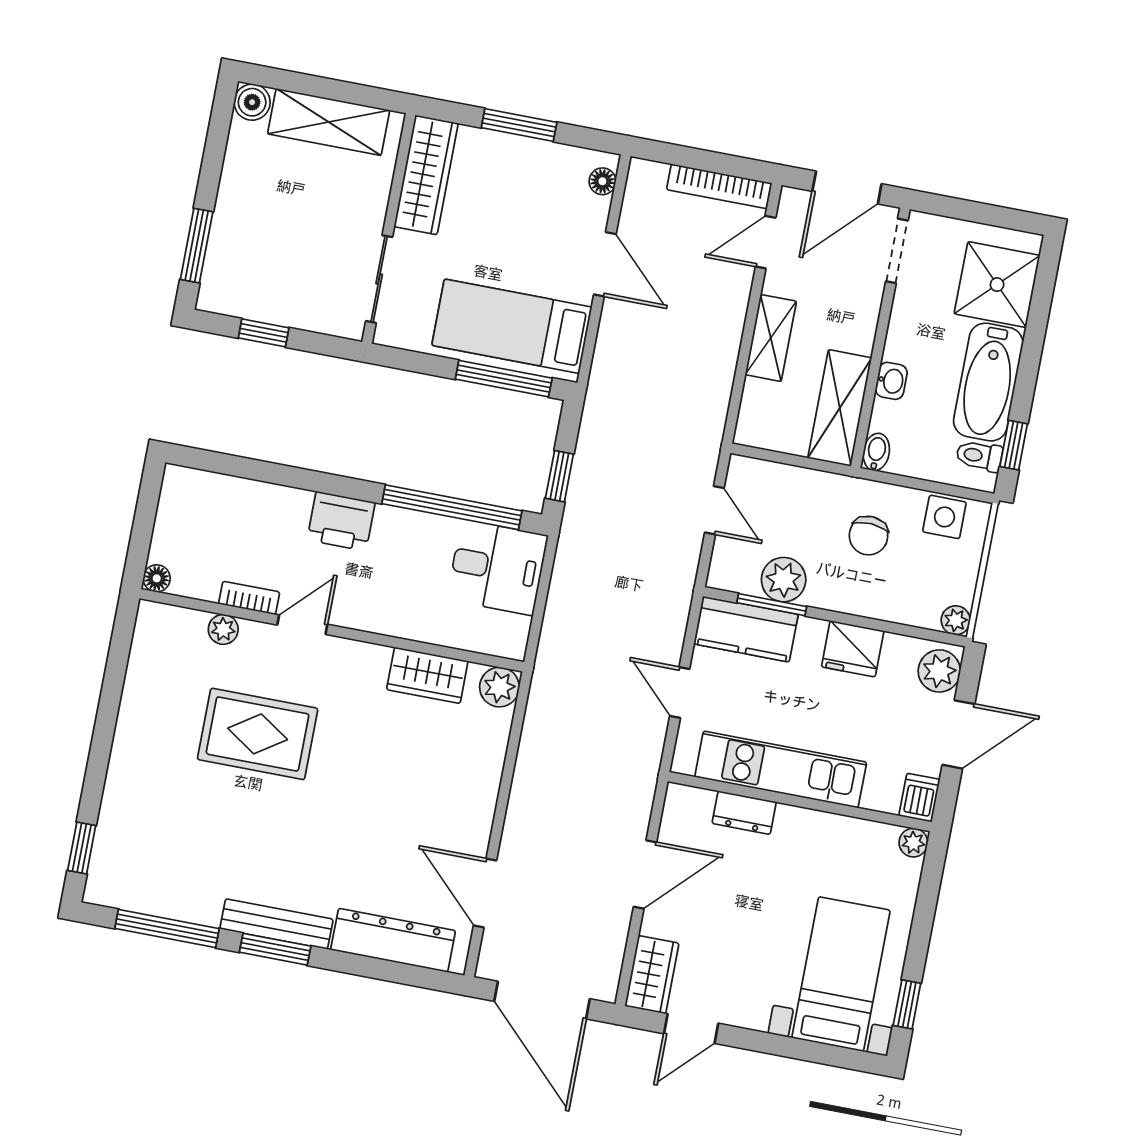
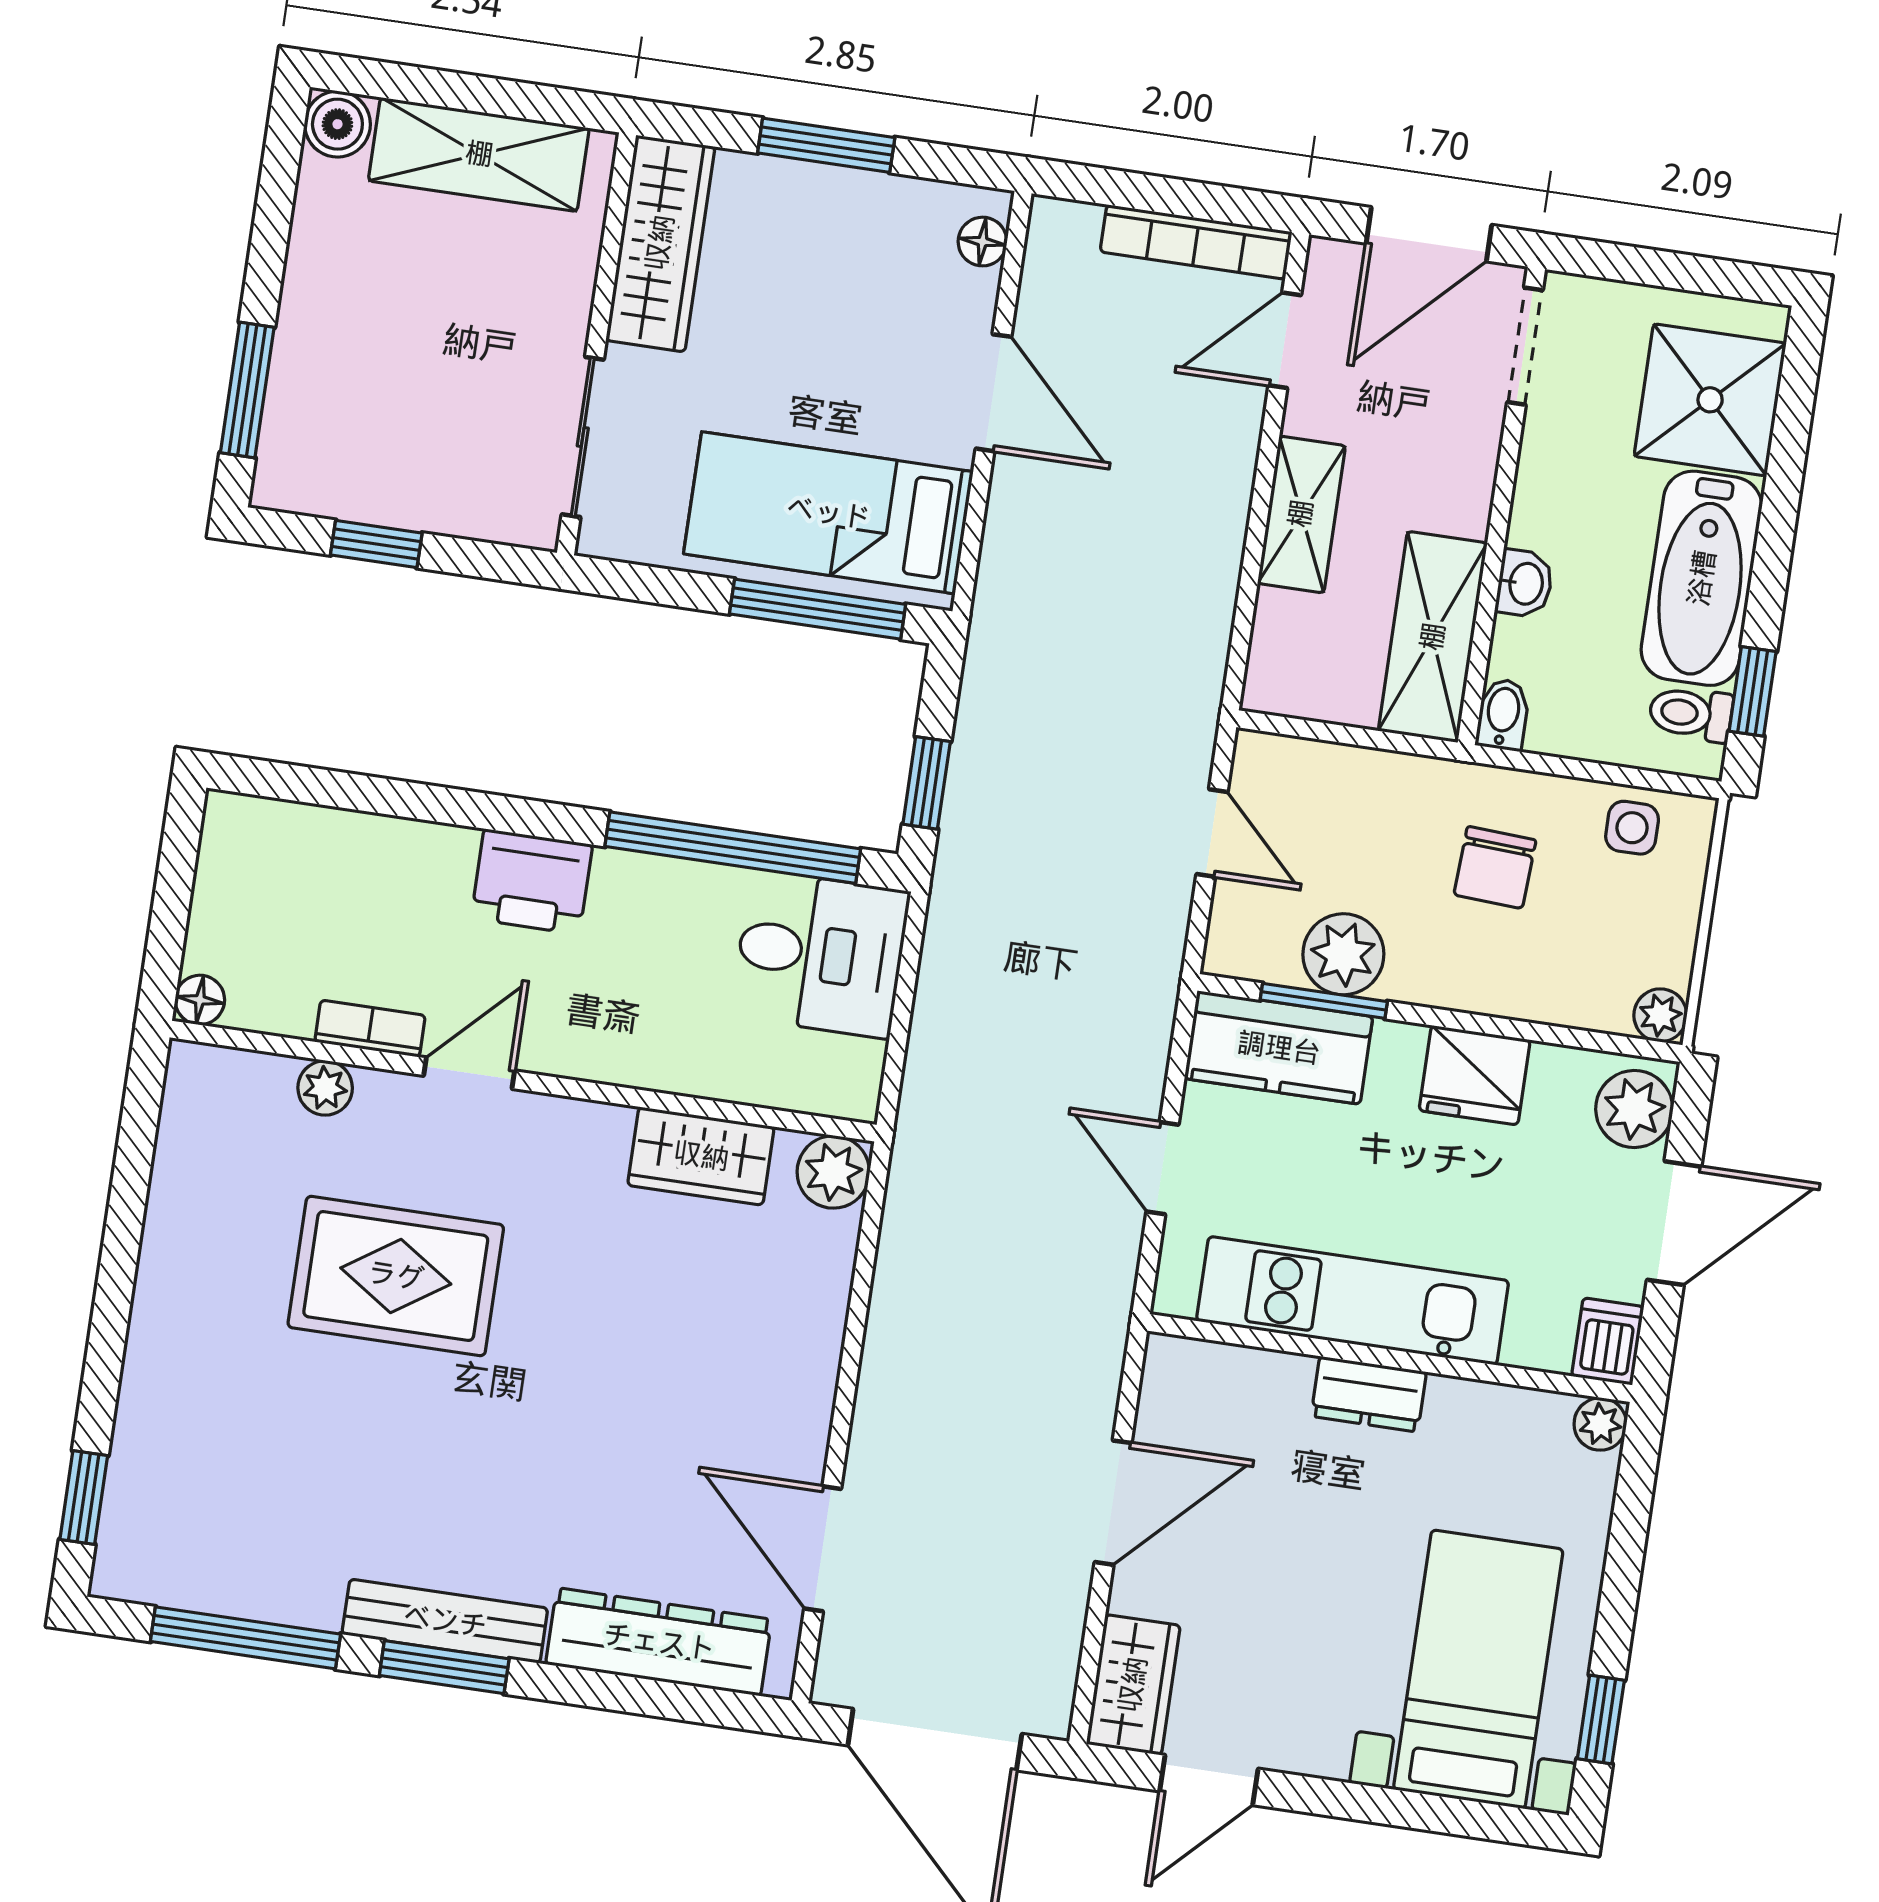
side table: (944, 517) -> (1632, 828), width x0.73, depth x0.73
dresser: (744, 813) -> (1369, 1394), moved

